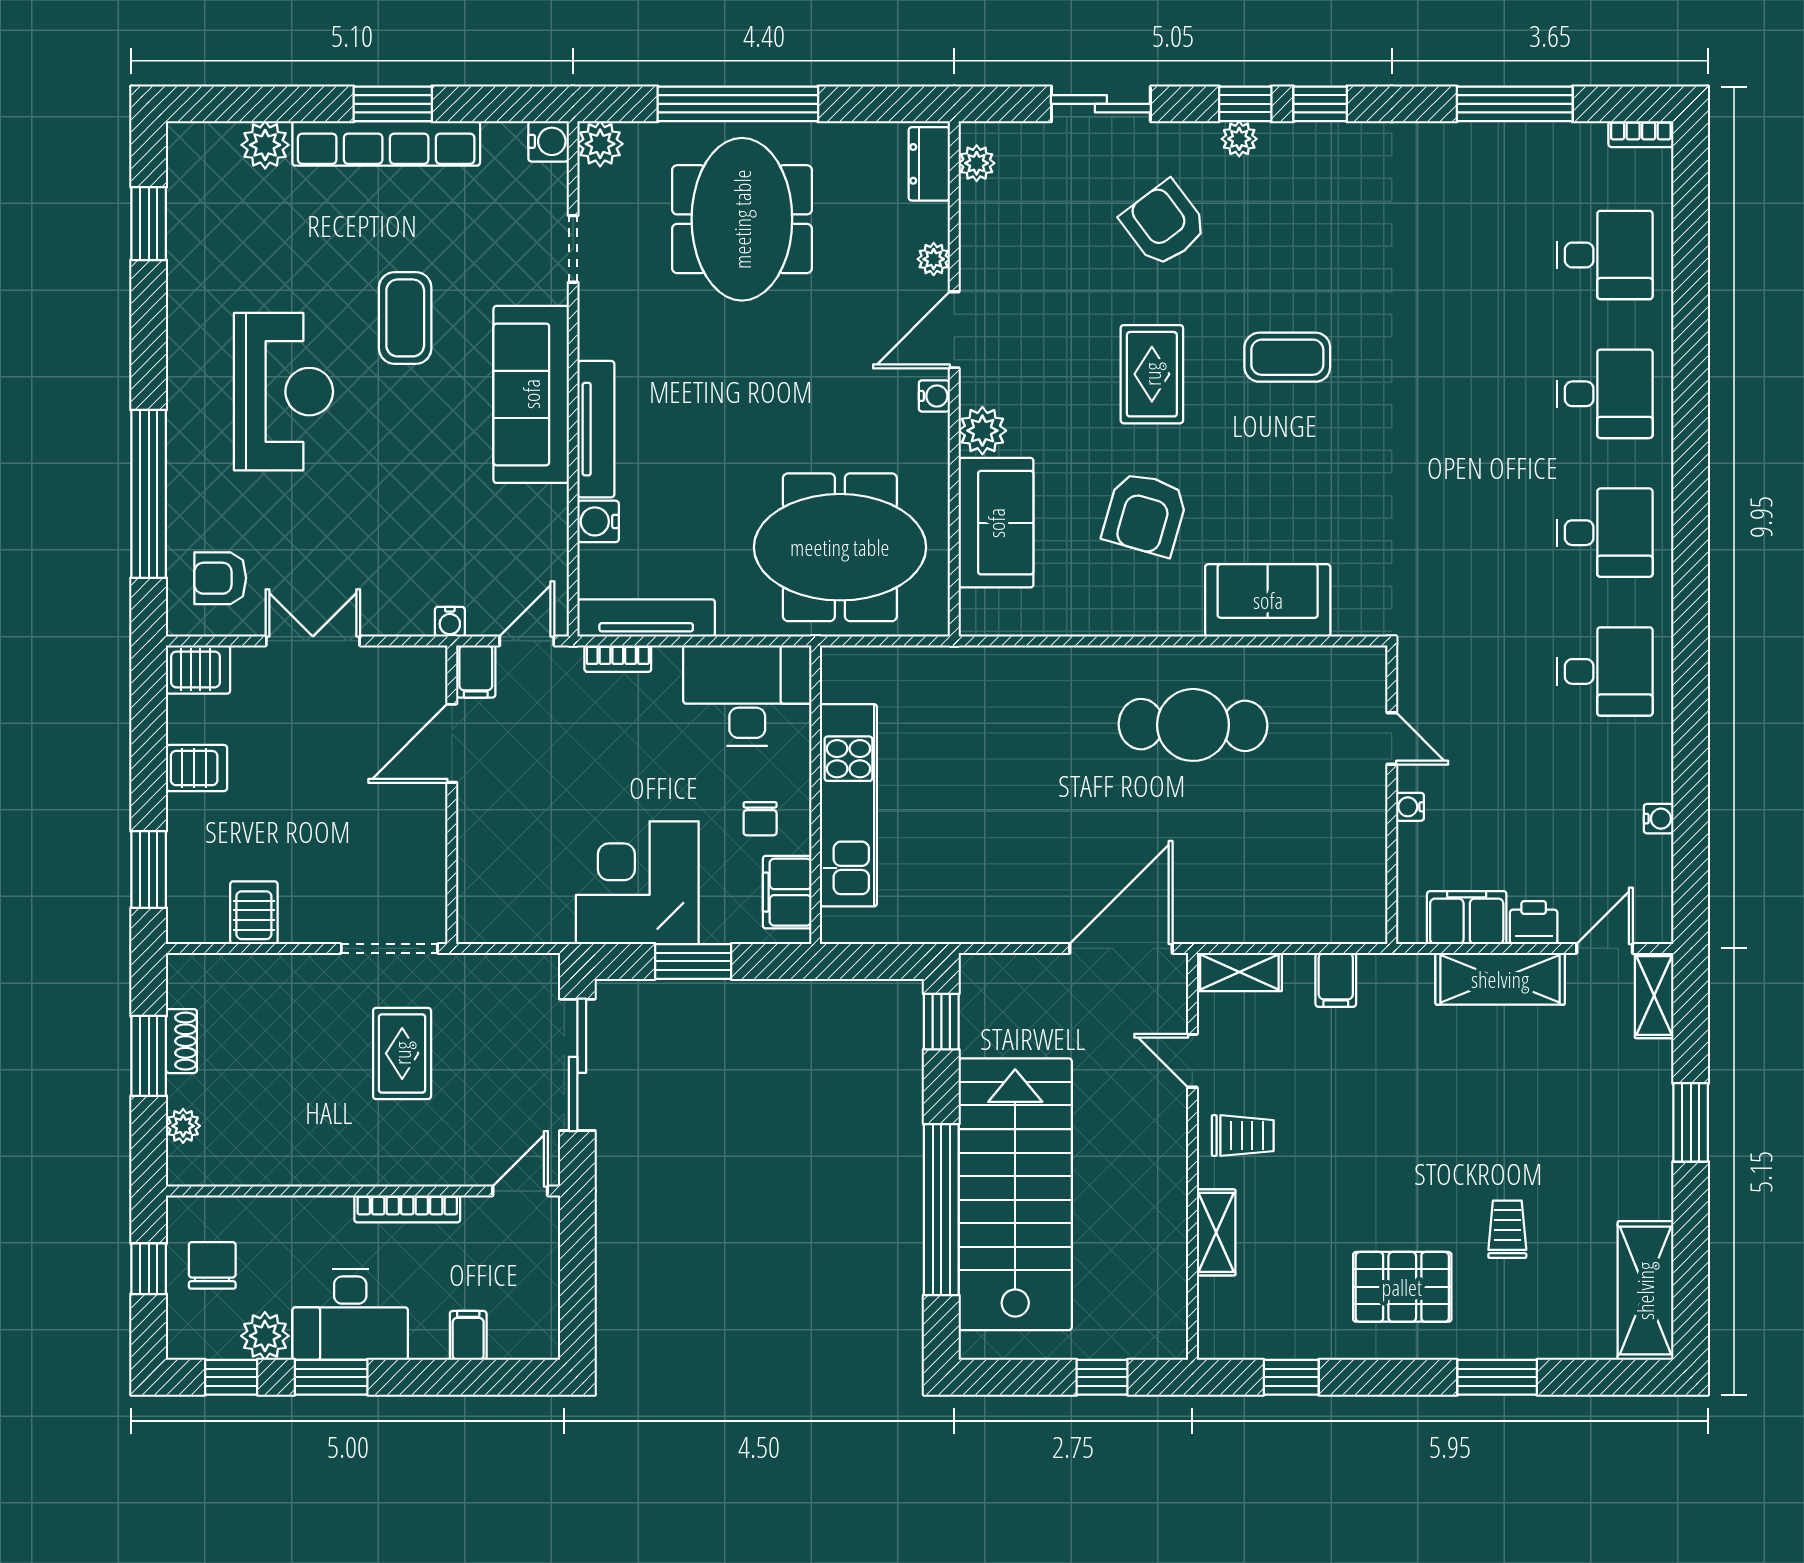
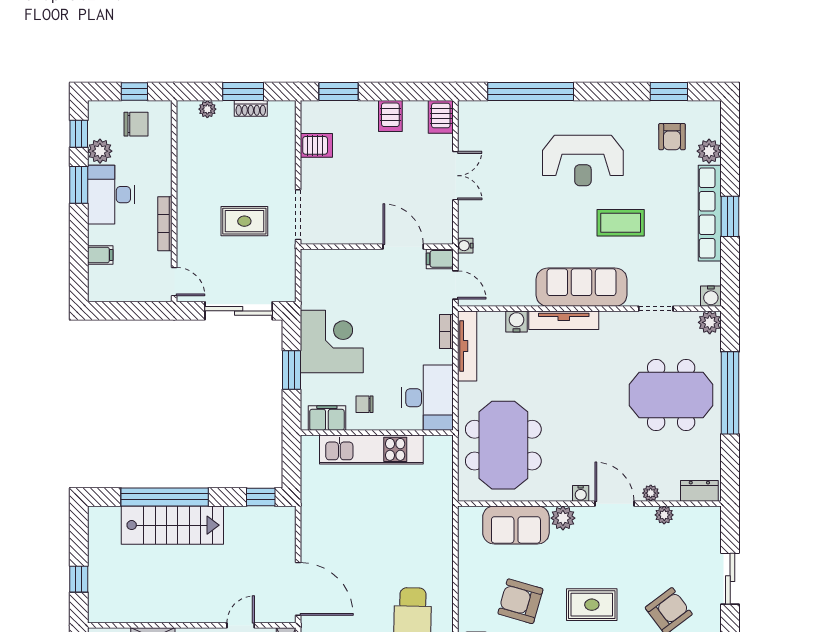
plant: (977, 163) -> (664, 515), moved
armchair: (220, 578) -> (672, 137), moved, turned 180
stairs: (1015, 1194) -> (172, 525), width x0.73, depth x0.66

